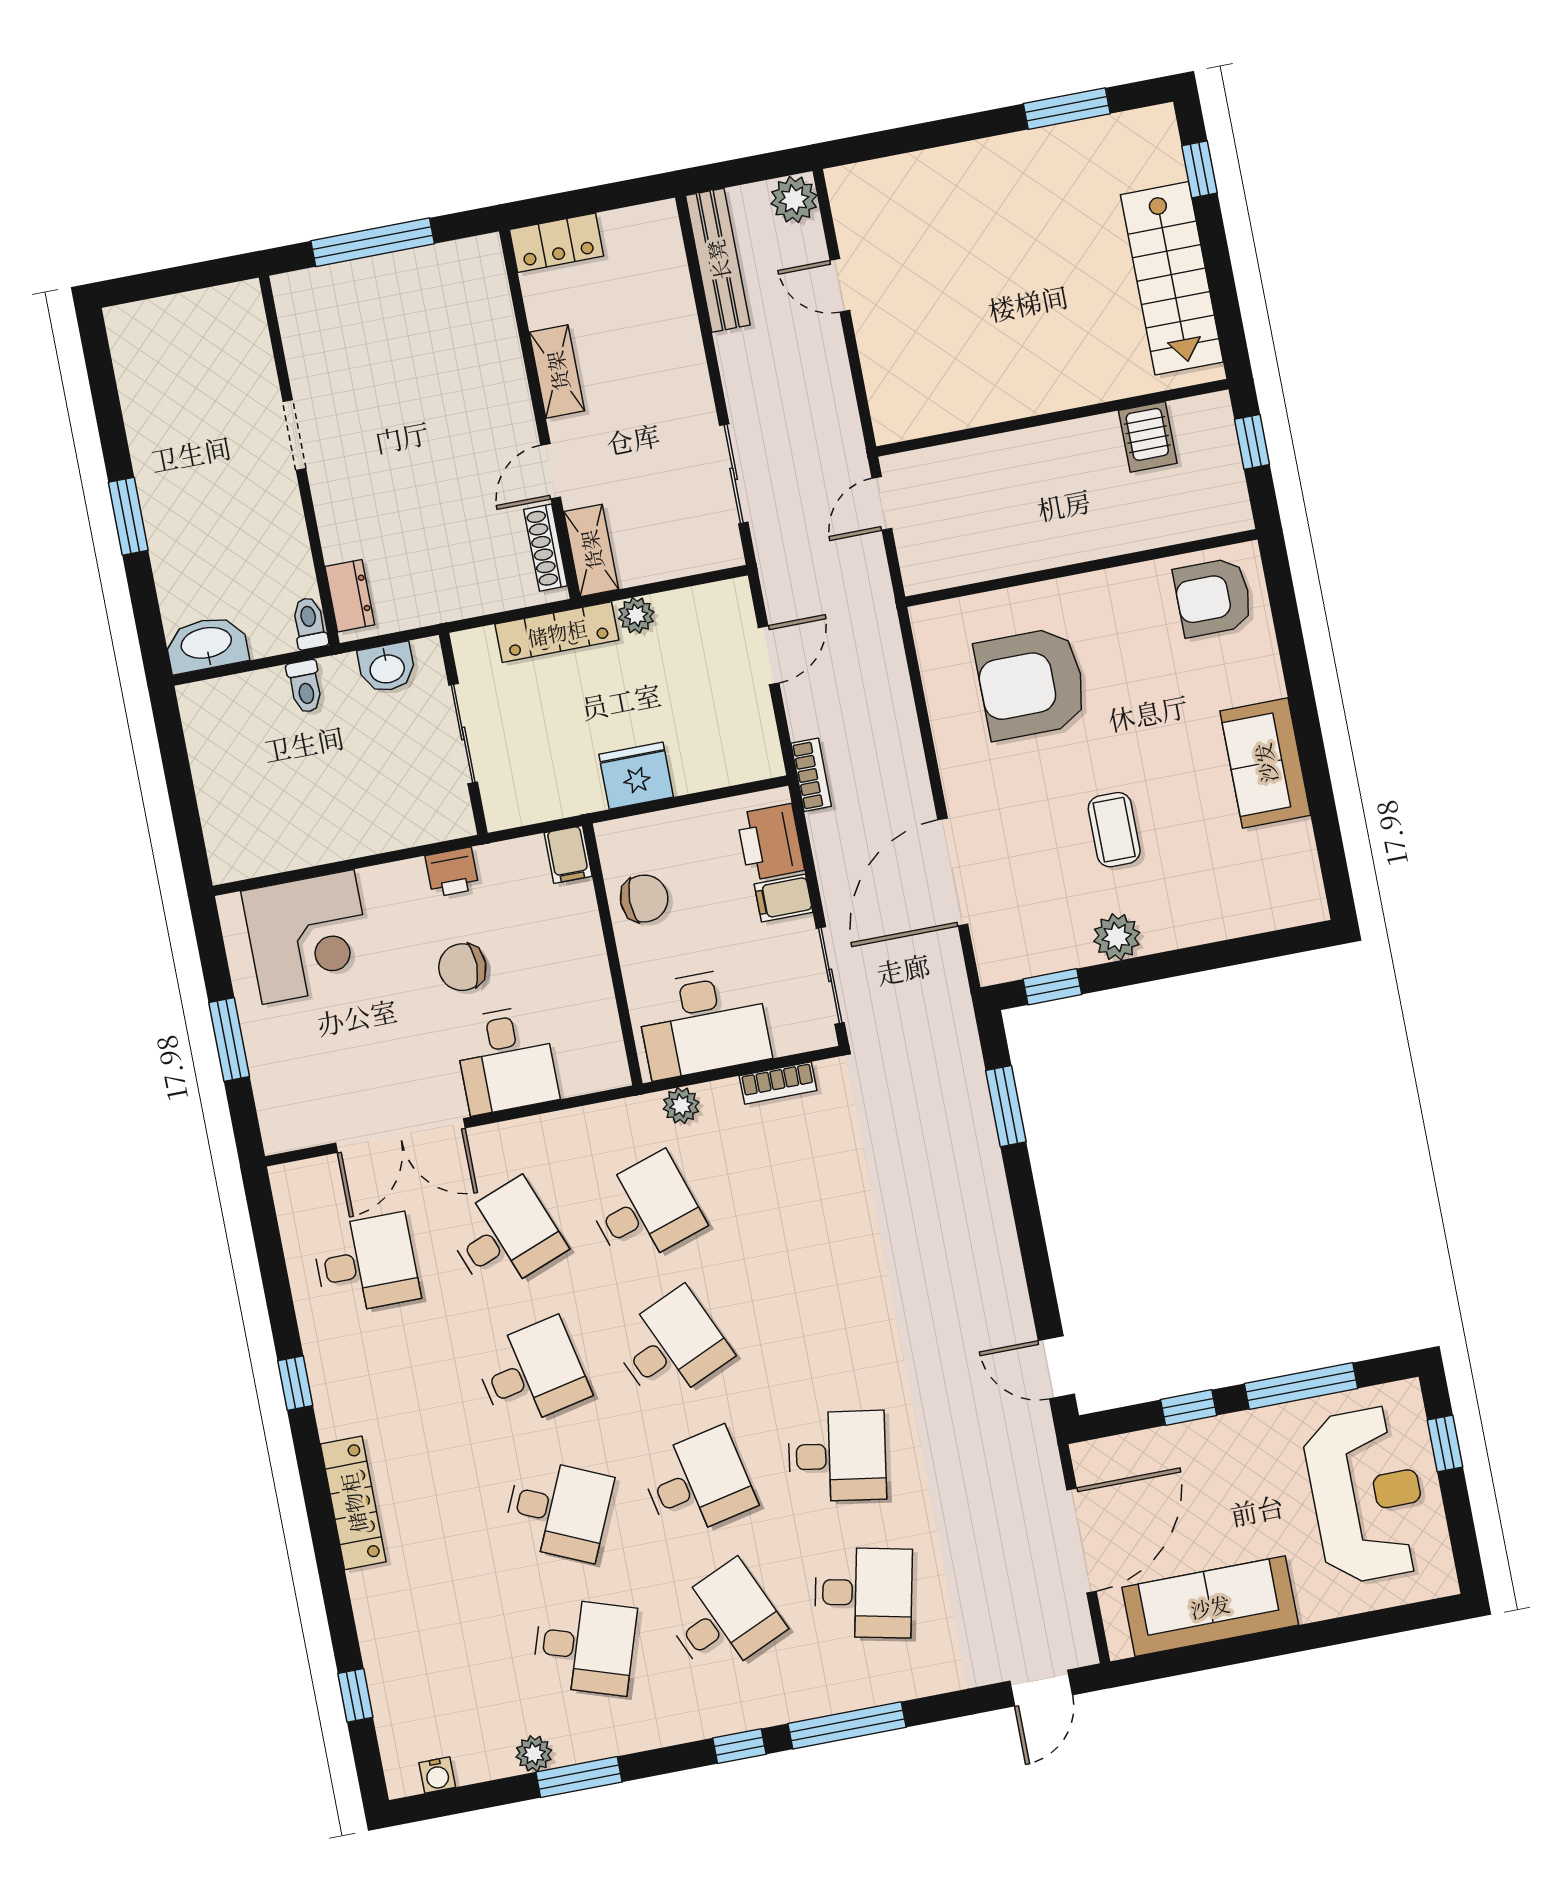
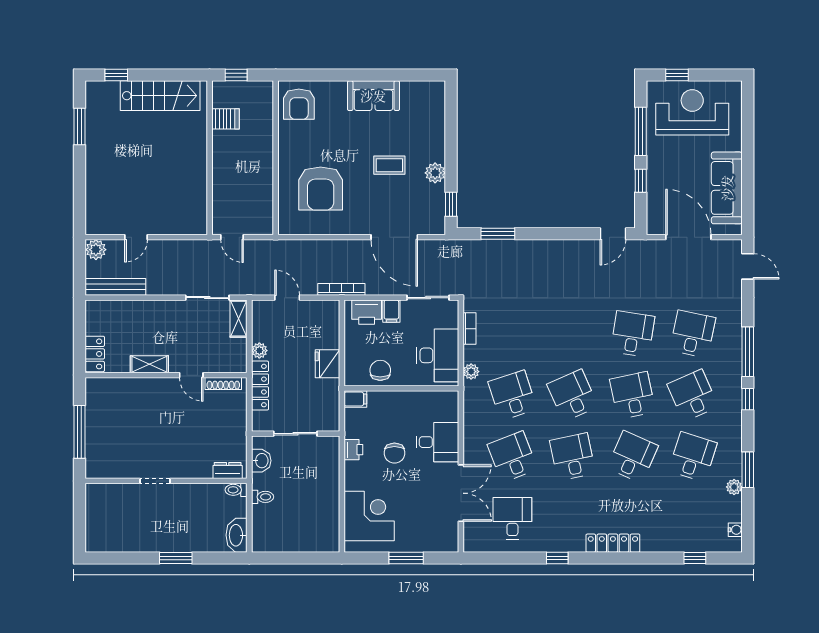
shelving: (591, 550) -> (239, 319), moved, turned 90
bookcase: (811, 775) -> (341, 289), width x1.56

